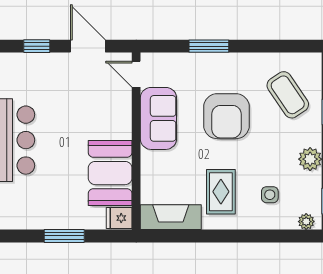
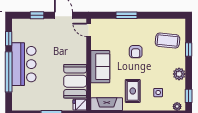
coffee table: (288, 95) -> (168, 41), turned -50
armchair: (227, 116) -> (136, 52), width x0.53, depth x0.53
sofa: (158, 118) -> (100, 67), moved

